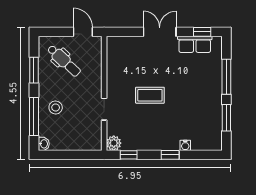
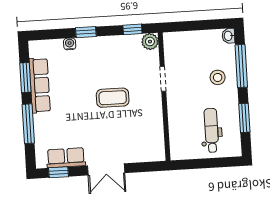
door: (83, 32) -> (192, 164), removed
dental chair: (64, 61) -> (211, 130), turned 47
row of seats: (214, 110) -> (40, 85), added

